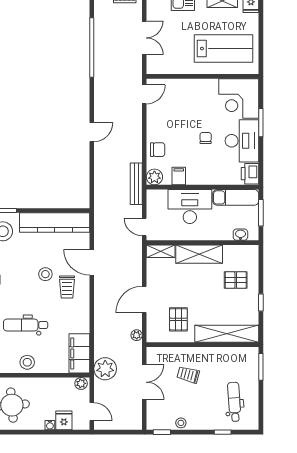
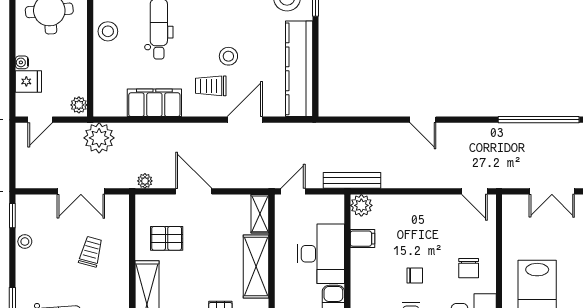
chair: (158, 150) -> (469, 268), moved
filing cabinet: (79, 353) -> (154, 103), moved

